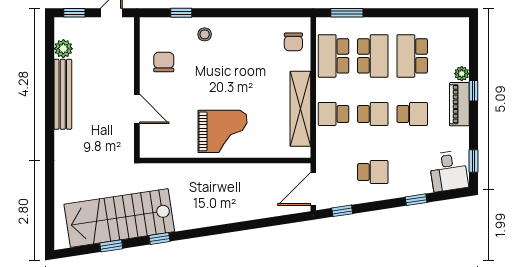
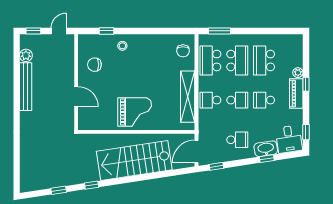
chair: (164, 62) -> (94, 65), turned -90
school desk: (412, 114) -> (264, 100), turned 180
washbasin: (415, 185) -> (266, 149), added
stairs: (119, 218) -> (134, 160), moved

